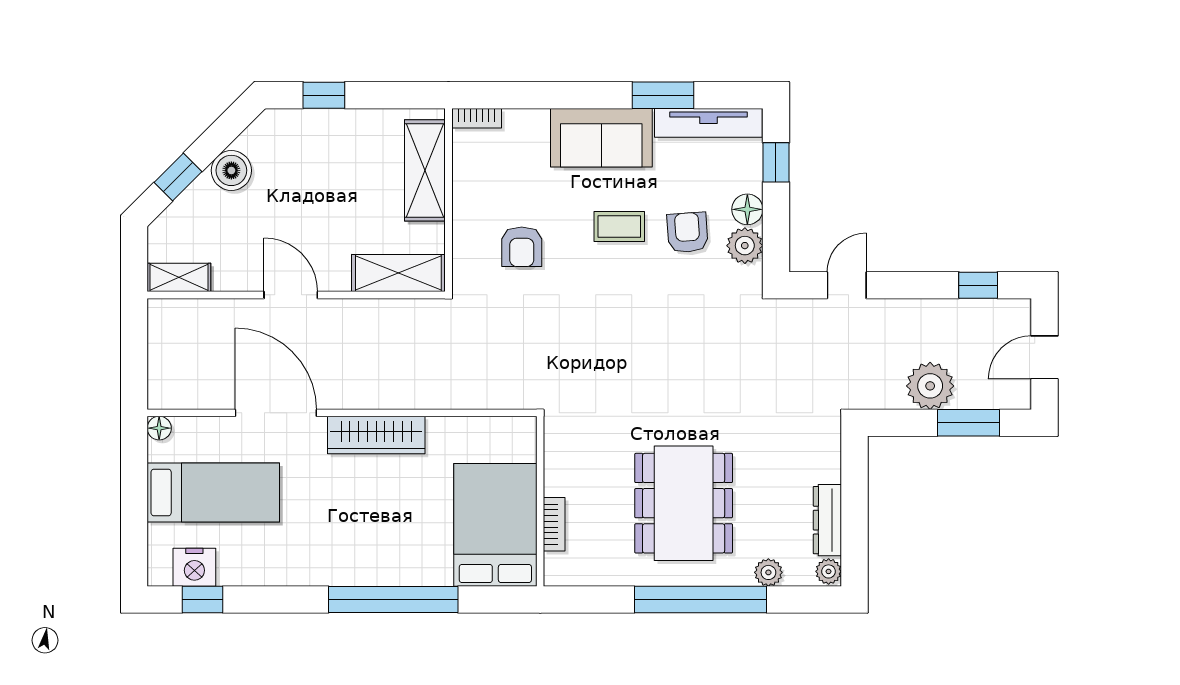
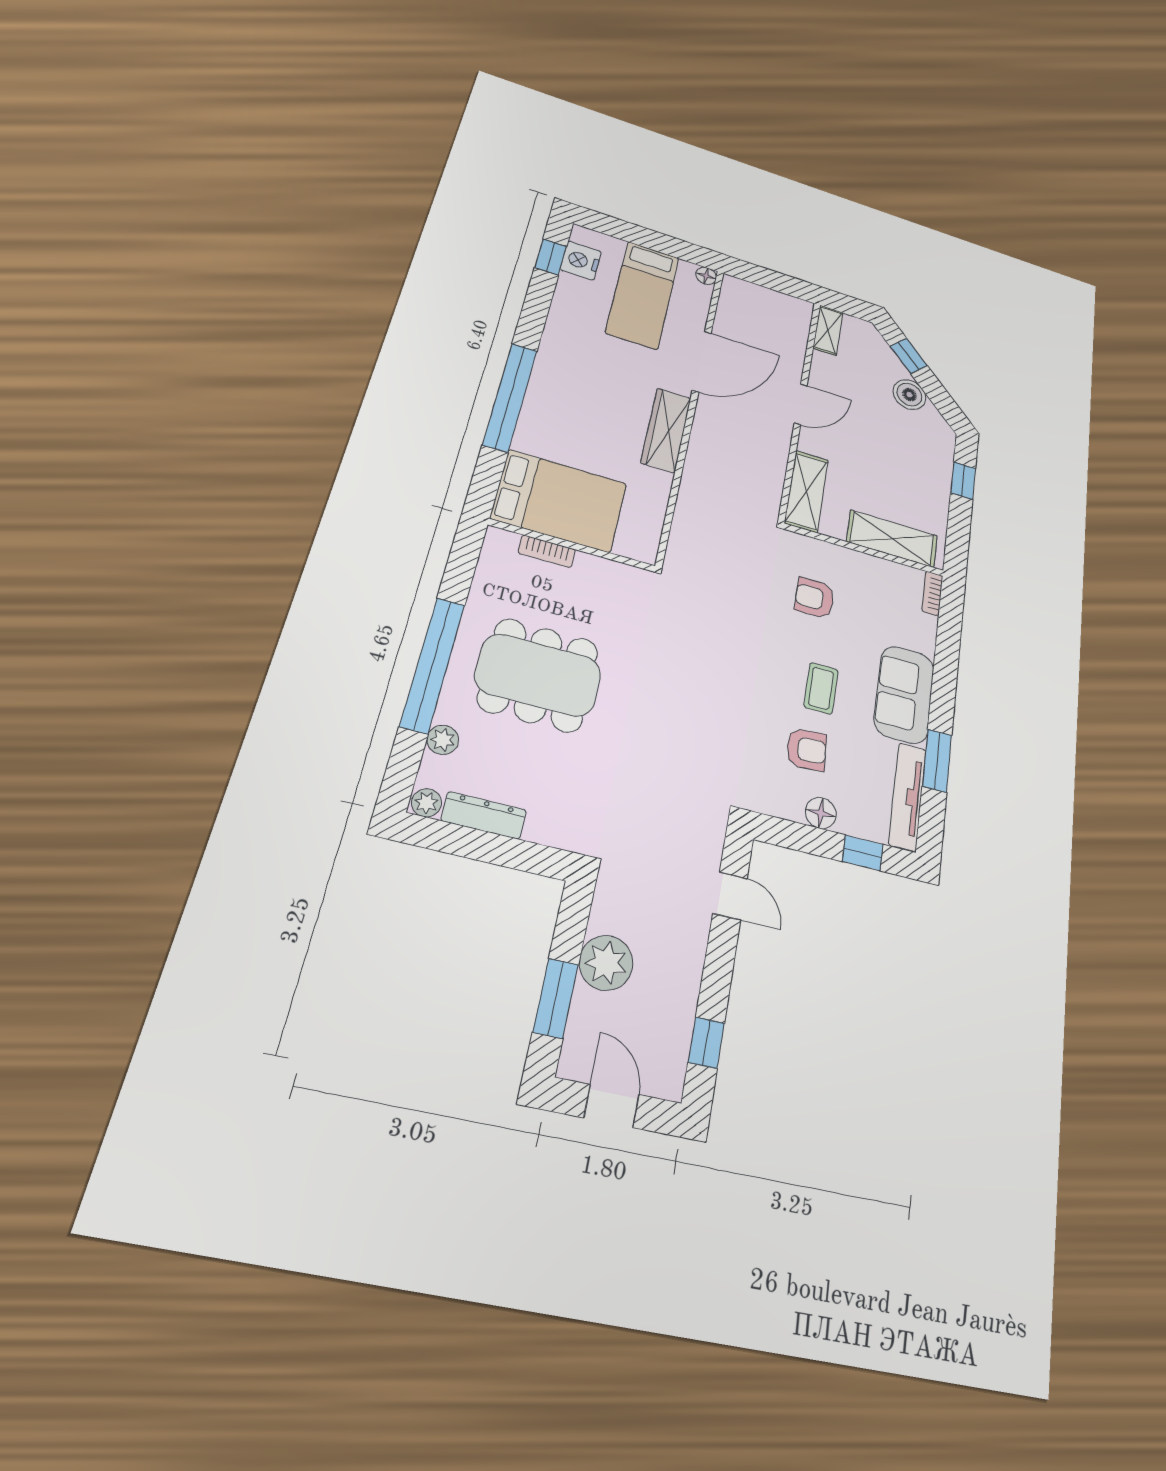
plant: (745, 246) -> (786, 802), removed

